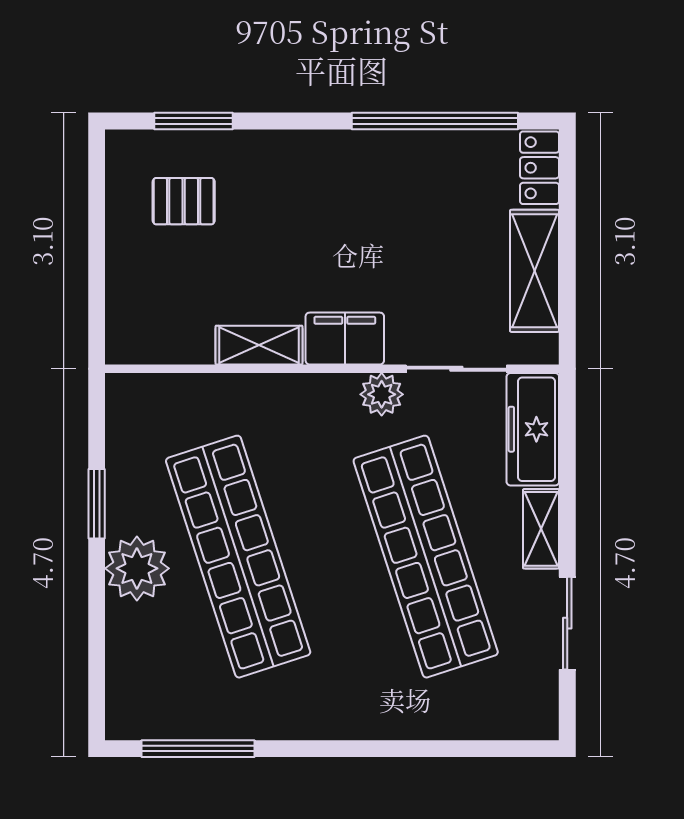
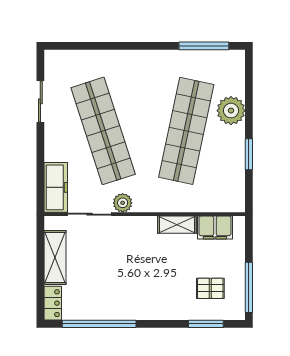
window: (97, 203) -> (249, 287), added
filing cabinet: (345, 339) -> (215, 228), moved
shelving: (541, 529) -> (52, 143), removed
shop shelf: (238, 557) -> (186, 131), turned 30
plant: (137, 568) -> (231, 111), moved

